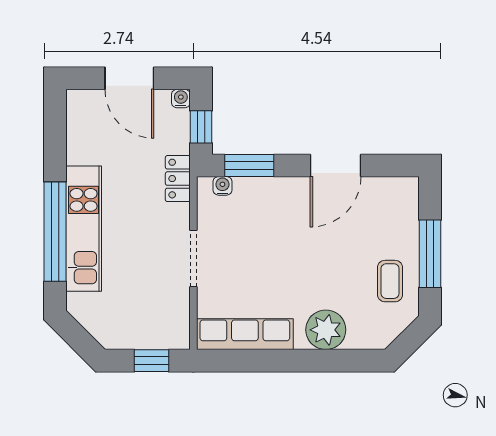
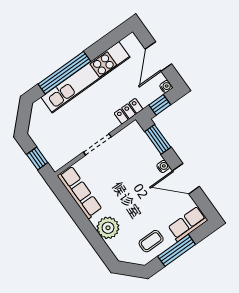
water cooler: (222, 186) -> (163, 166), moved
row of seats: (403, 210) -> (188, 224), added
kitchen unit: (84, 229) -> (85, 77), width x1.36

